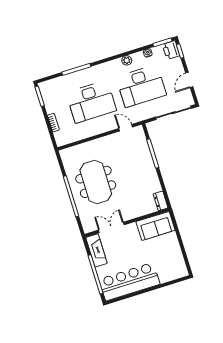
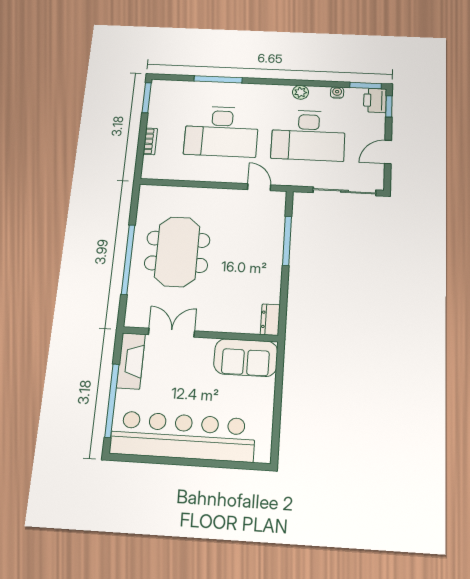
bar counter: (129, 282) -> (183, 436), width x1.36

